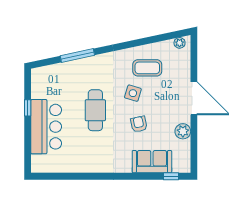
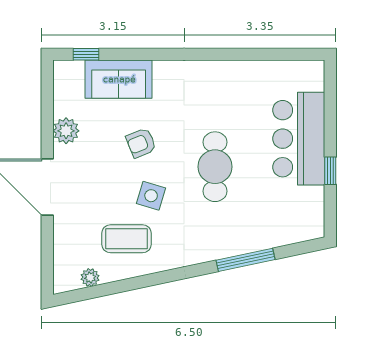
plant: (180, 43) -> (90, 277), moved
armchair: (139, 124) -> (141, 143), turned 80

